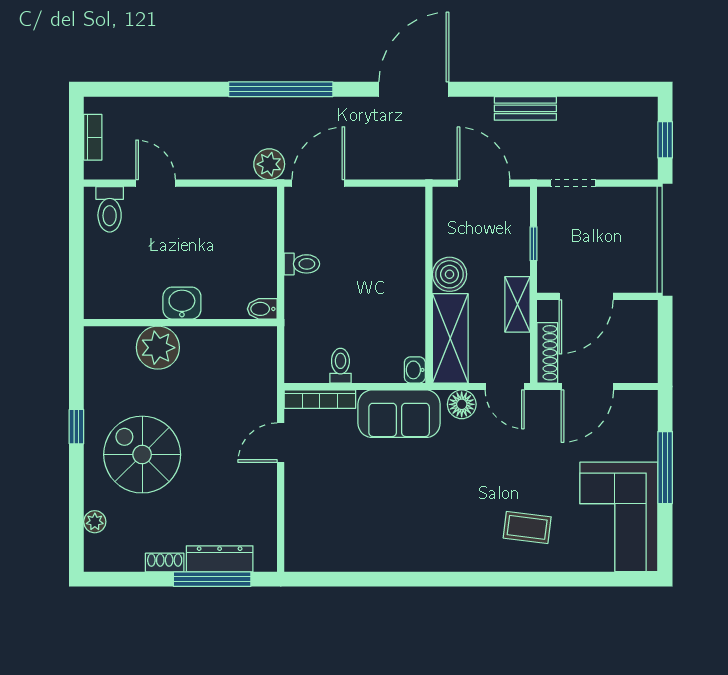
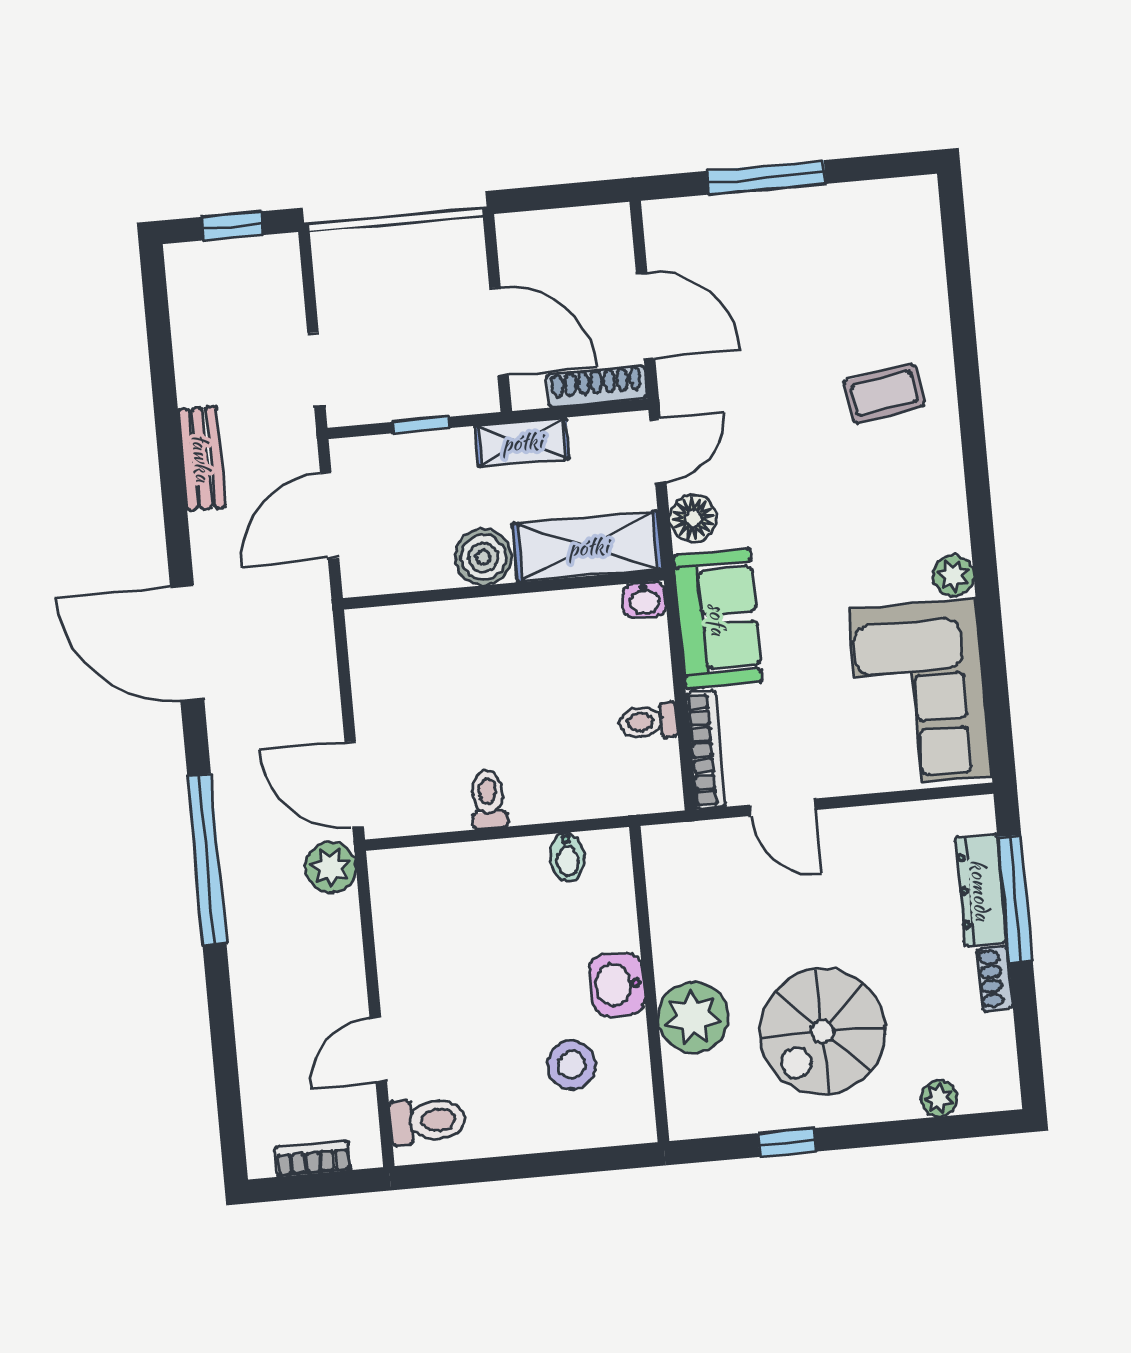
stool: (136, 300) -> (572, 1065), added
washbasin: (182, 303) -> (617, 985), moved
wall: (180, 323) -> (649, 984), moved
plant: (158, 348) -> (693, 1017), moved
corner sofa: (619, 517) -> (920, 693), moved, turned 90
coffee table: (527, 527) -> (884, 393), turned 74
plant: (412, 560) -> (953, 576), added

